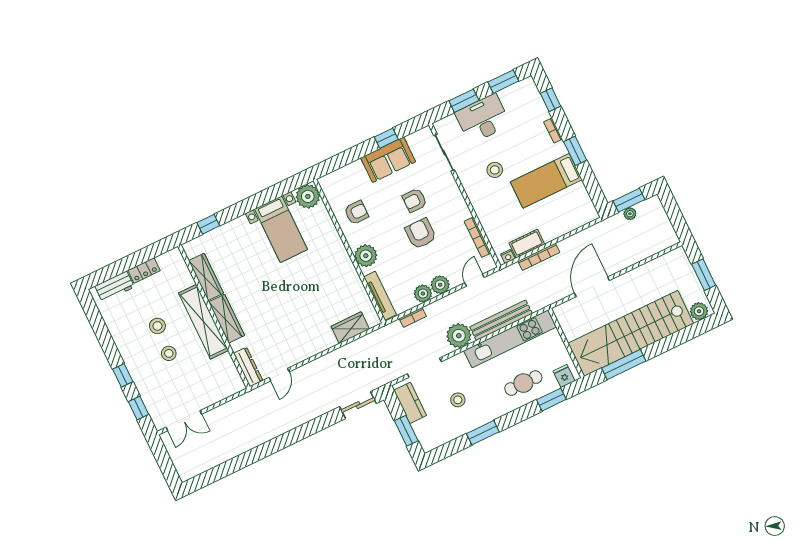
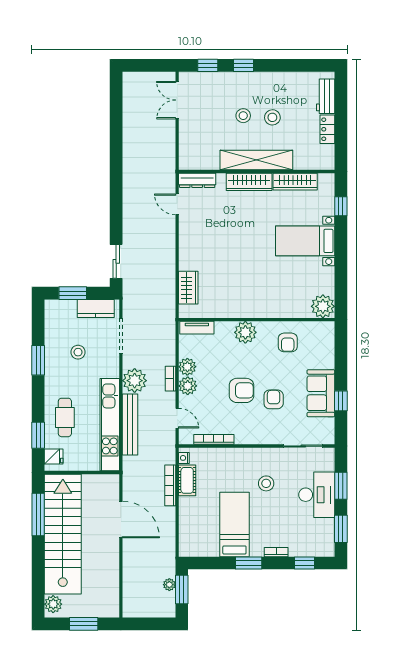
bed with nightstands: (281, 229) -> (305, 241), moved
tv unit: (380, 296) -> (197, 328), width x0.71
bookcase: (413, 317) -> (170, 379), moved

